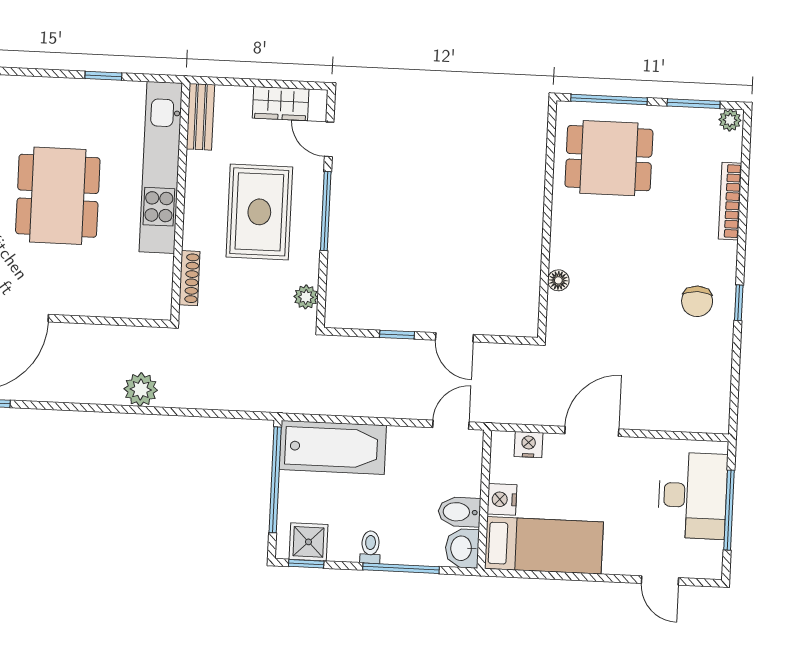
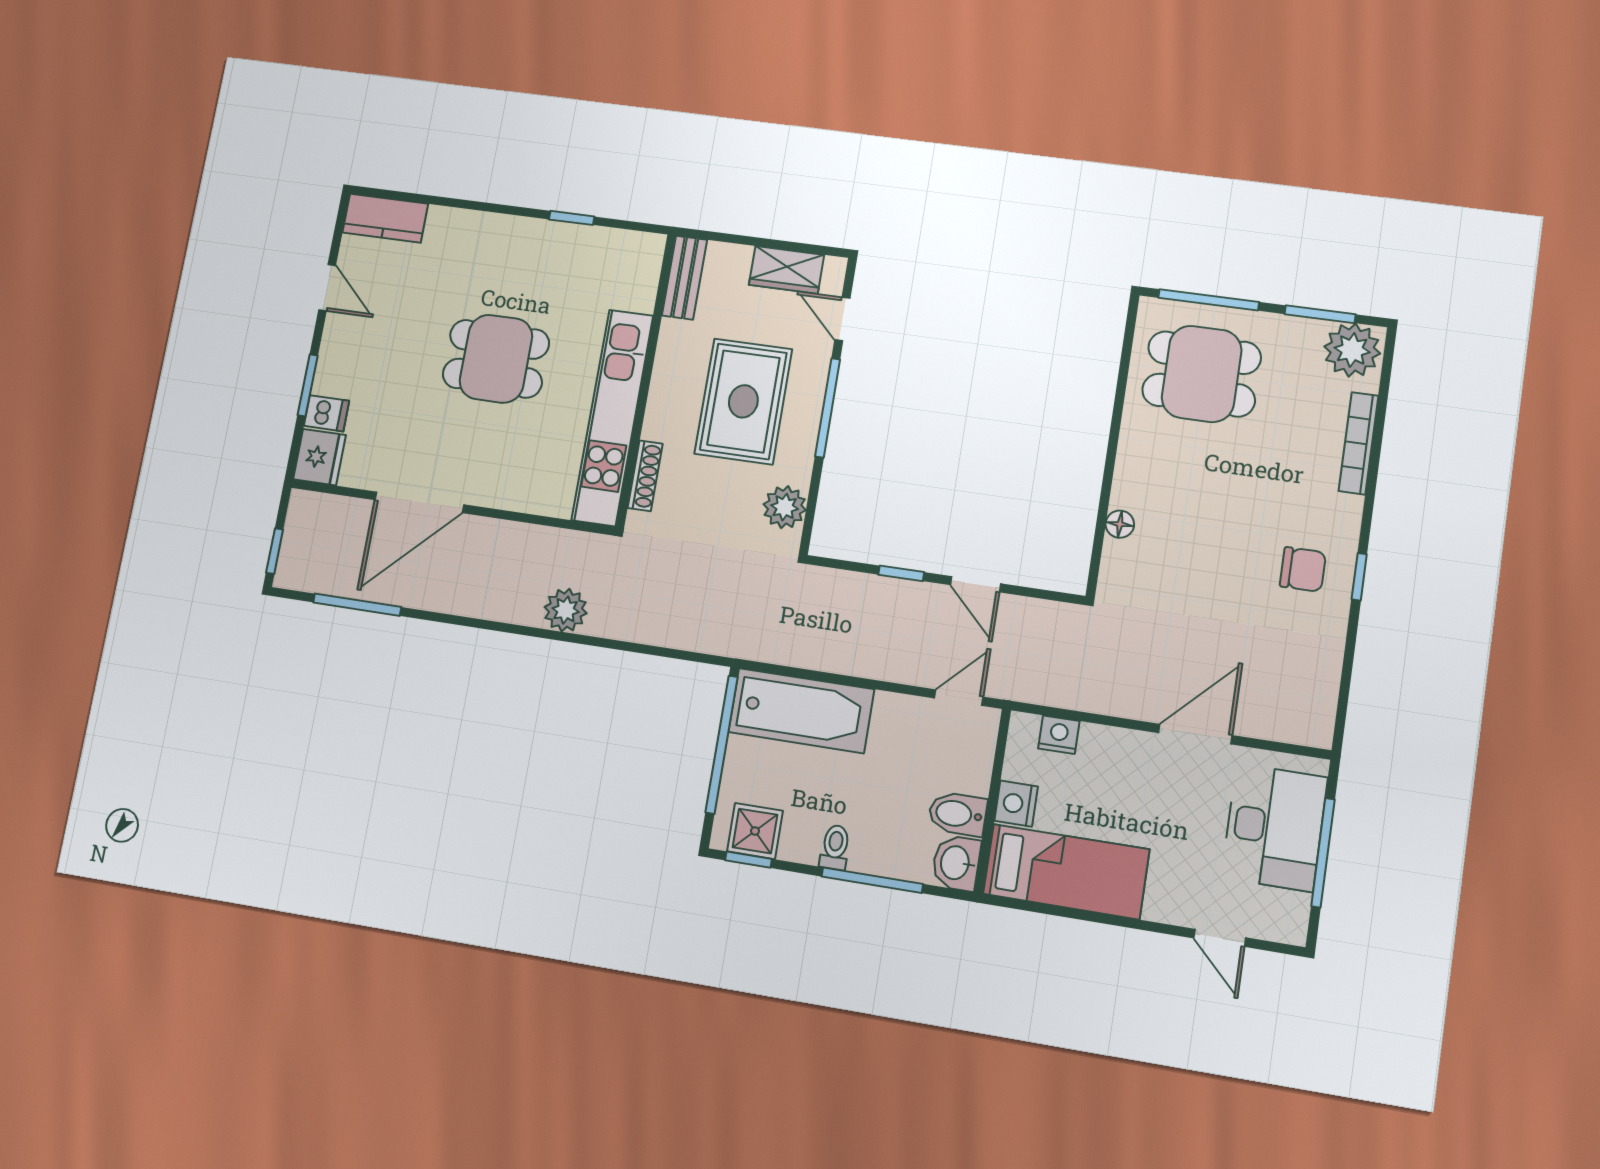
plant: (730, 120) -> (1352, 350), width x1.87, depth x1.87
kitchen unit: (161, 167) -> (612, 417), moved
dining table: (58, 196) -> (496, 359), width x0.73
plant: (306, 297) -> (785, 507), width x1.38, depth x1.38
chair: (697, 301) -> (1303, 569), turned -90
door: (592, 431) -> (1195, 734), moved

